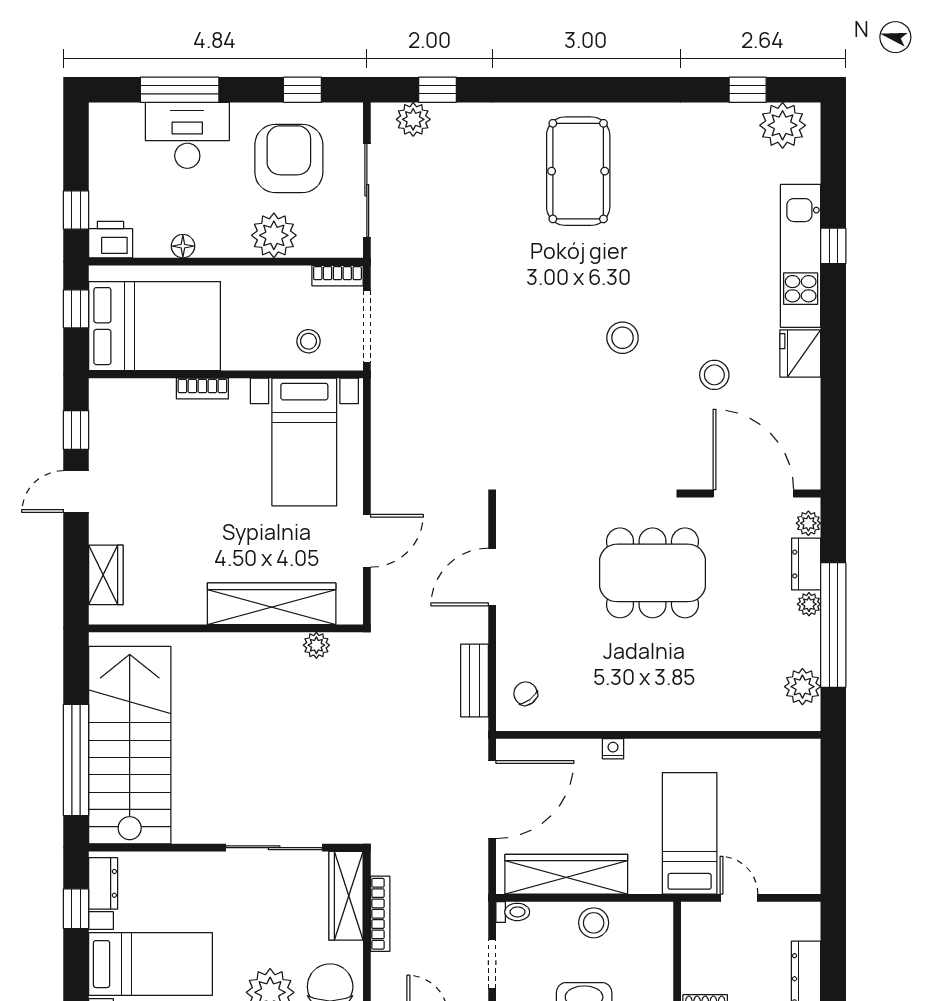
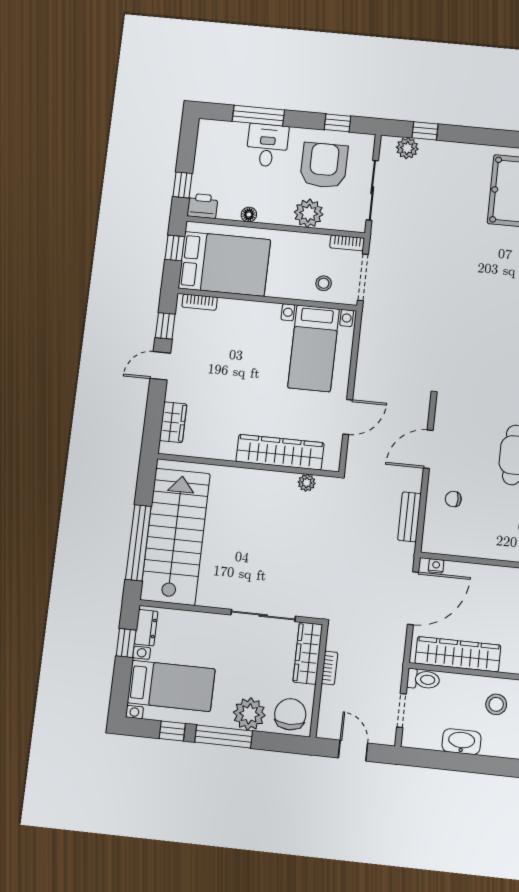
desk: (187, 135) -> (267, 145), width x0.73
bookcase: (202, 389) -> (200, 302), moved
chair: (526, 694) -> (453, 499), moved, turned -51
nightstand: (613, 749) -> (436, 566), moved
toilet: (513, 912) -> (423, 679), width x1.37, depth x1.39
bookcase: (380, 914) -> (329, 668), width x0.64
stool: (594, 923) -> (496, 704), moved

